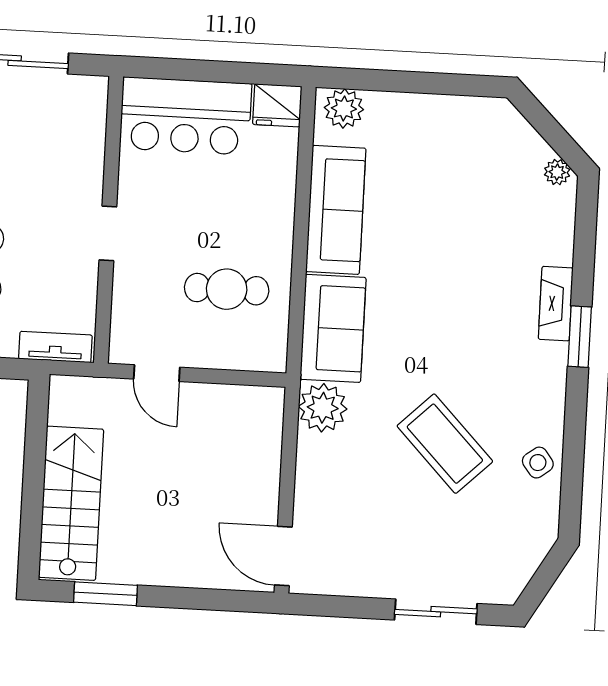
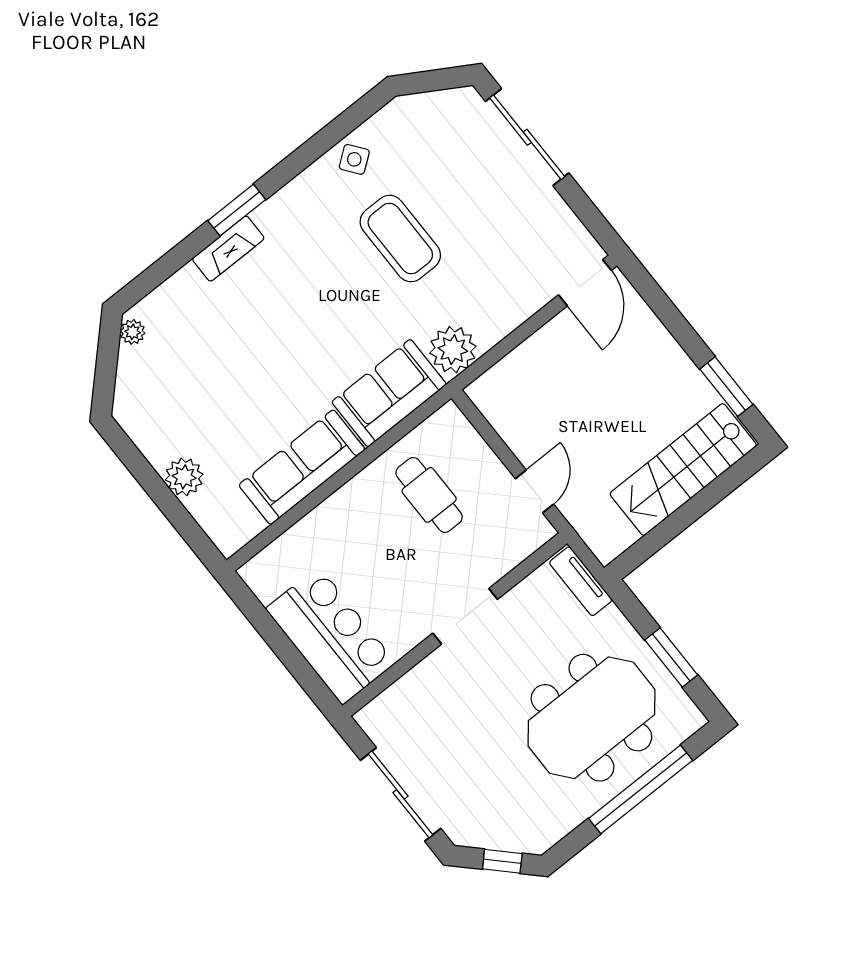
fridge: (277, 105) -> (264, 576), removed
plant: (344, 108) -> (184, 477), moved
doorway: (108, 233) -> (465, 616), width x1.38
coffee table: (445, 444) -> (400, 238), turned -46
sliding door: (436, 612) -> (527, 137), width x1.37

